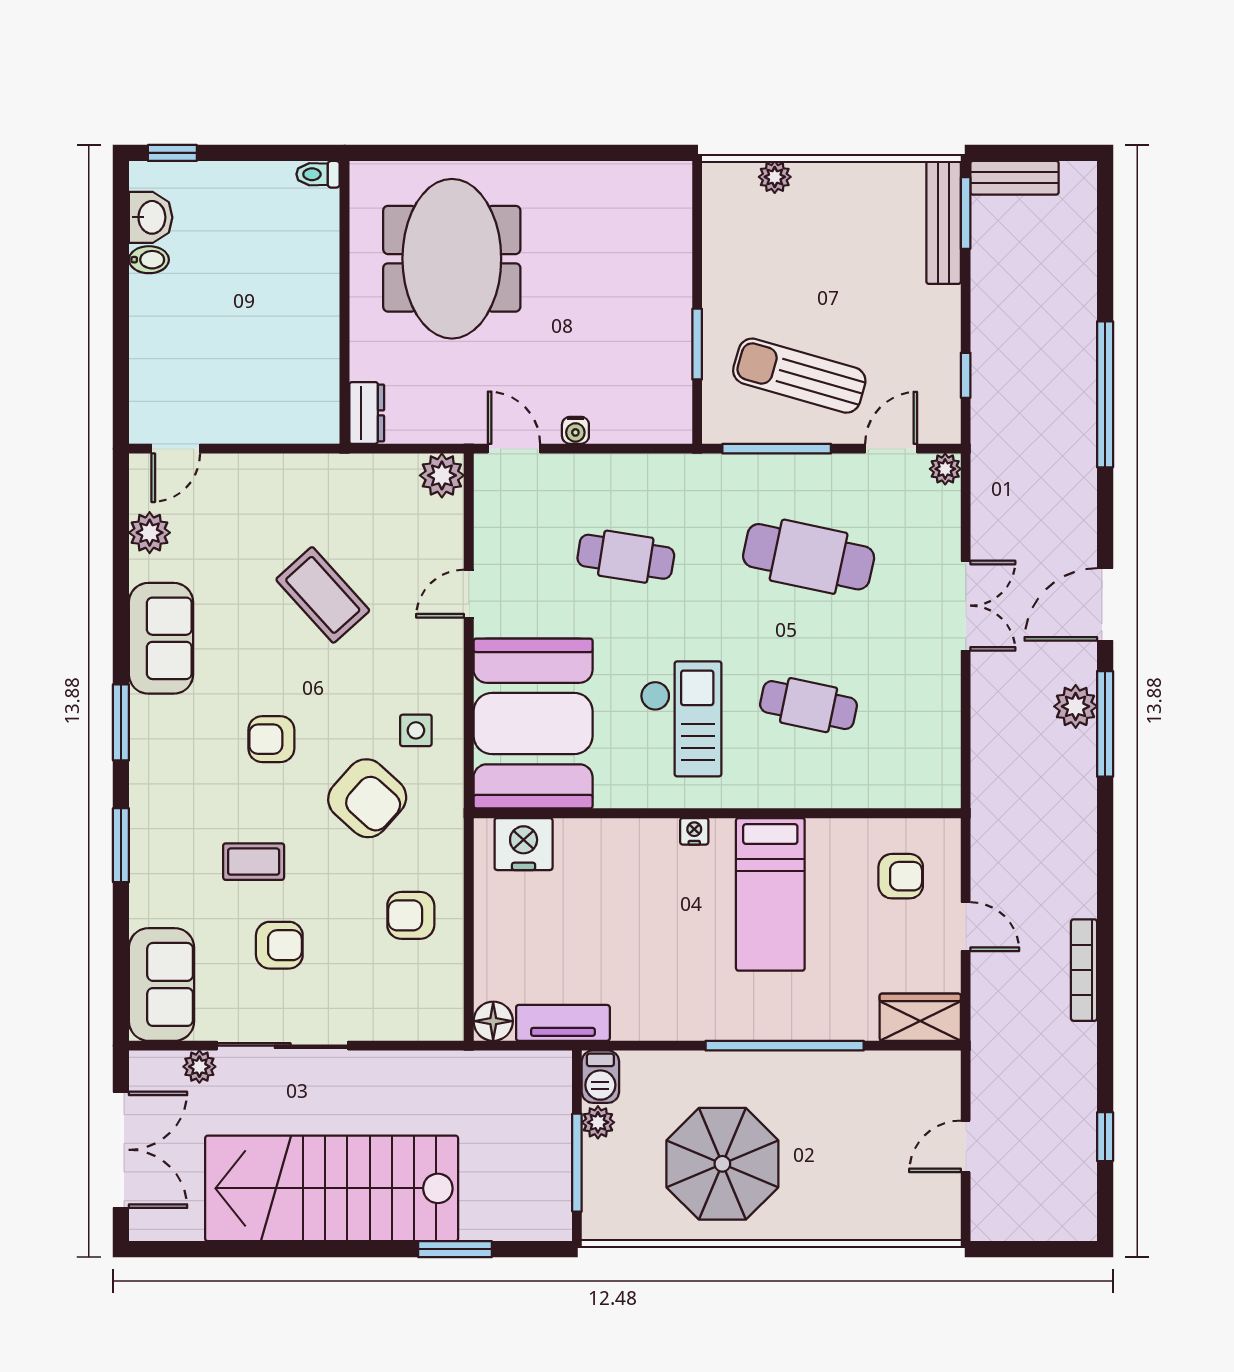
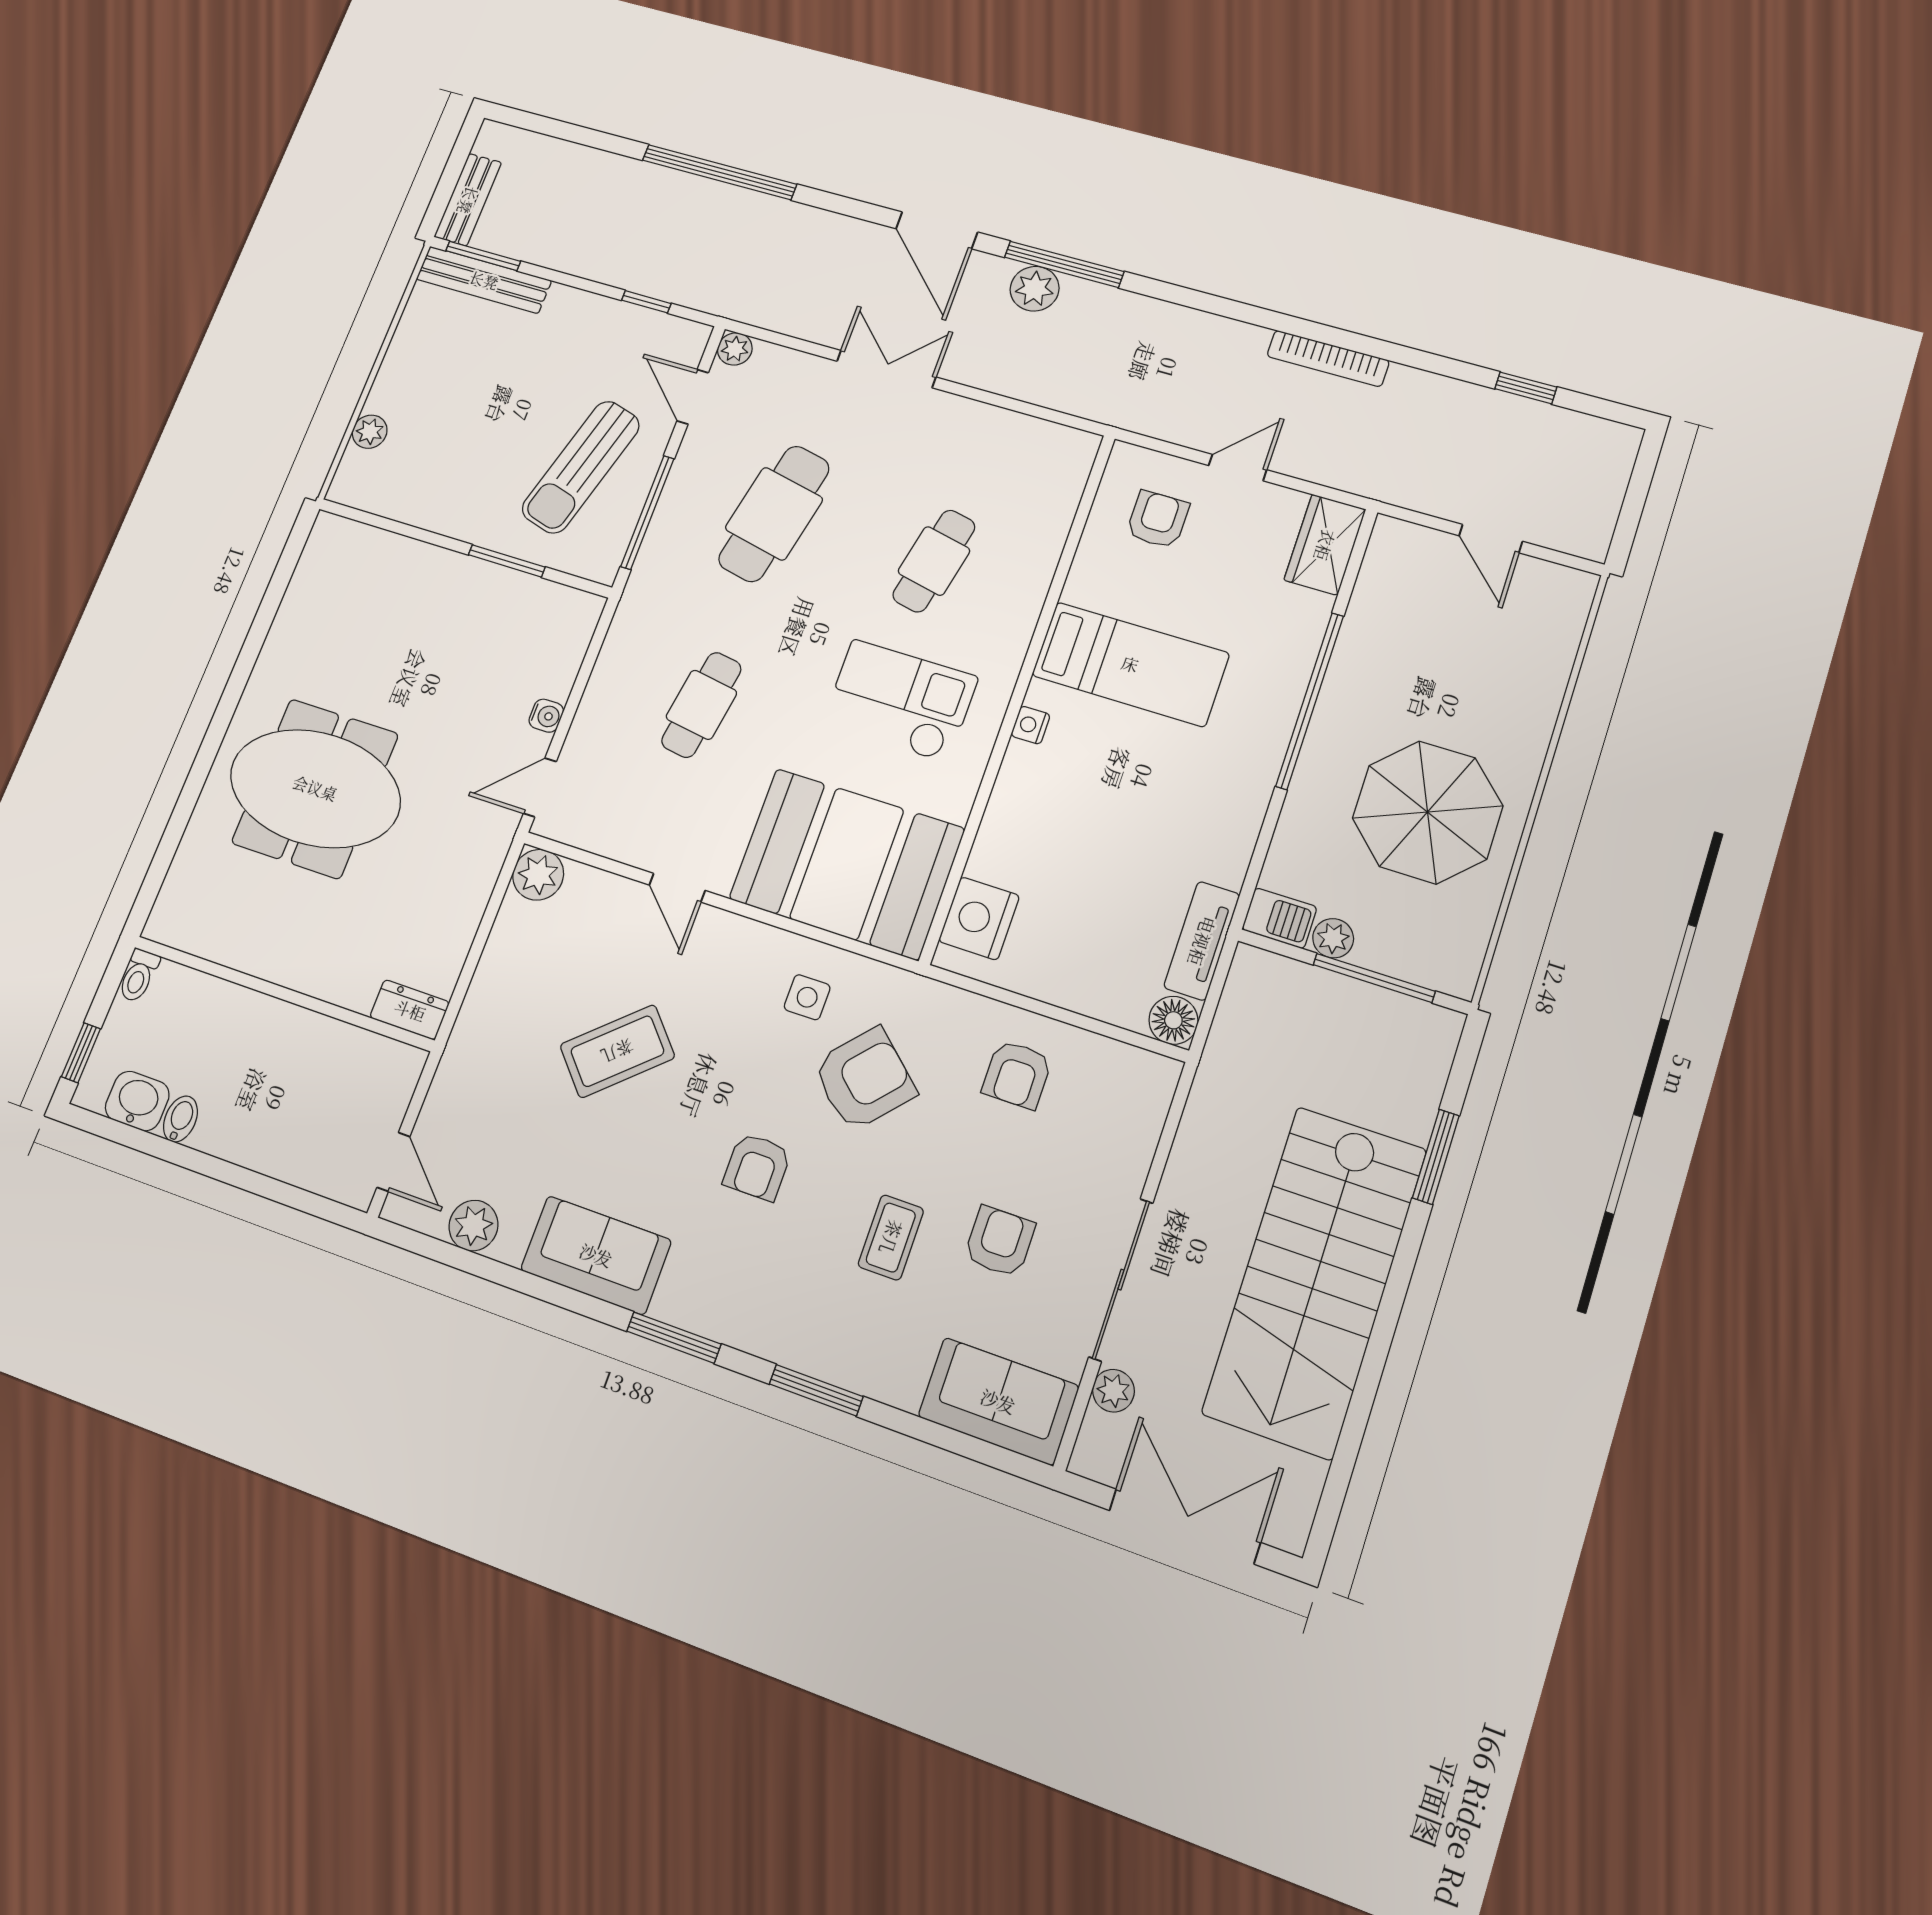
toilet: (318, 174) -> (139, 976), moved
wall: (345, 302) -> (283, 993), moved
dresser: (367, 413) -> (410, 1010), moved

